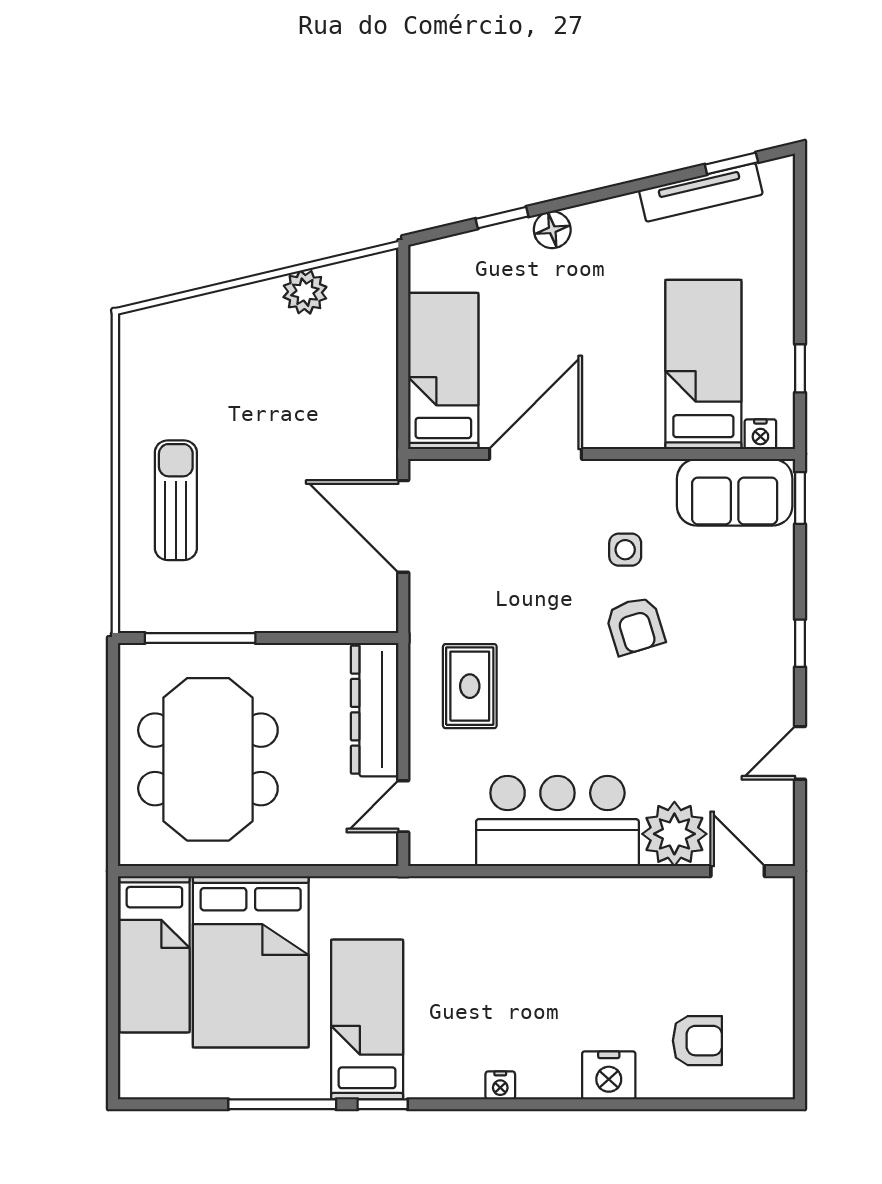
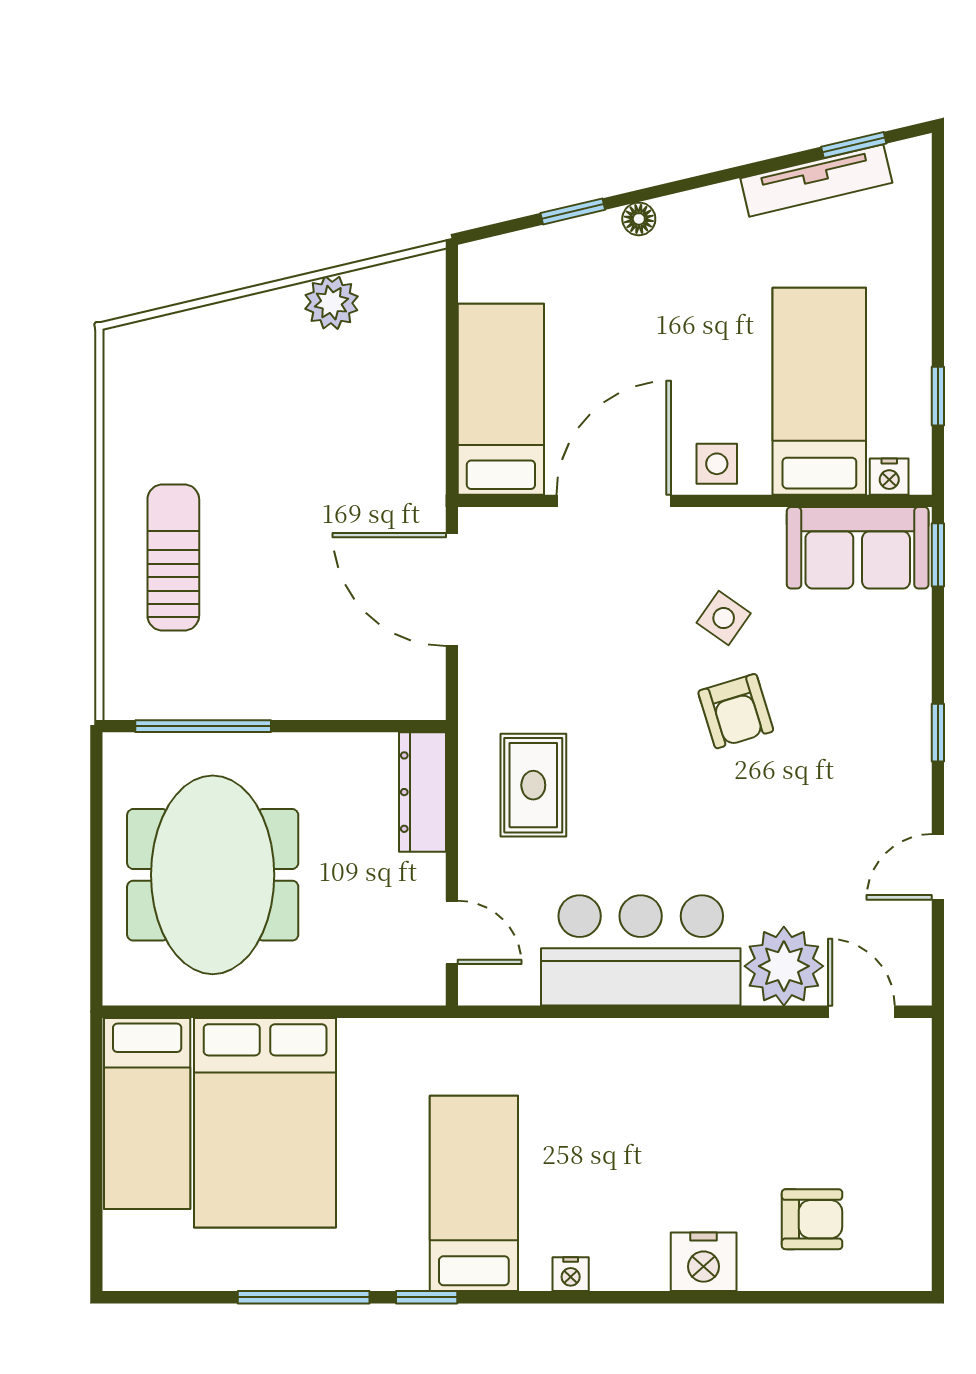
floor lamp: (552, 230) -> (639, 219), width x0.73, depth x0.73
side table: (620, 424) -> (717, 464), added
side table: (625, 550) -> (724, 618), turned 35
dresser: (375, 710) -> (422, 792), width x0.73, depth x0.80
door: (403, 806) -> (452, 932), swing flipped
bed: (367, 1020) -> (474, 1193), moved

